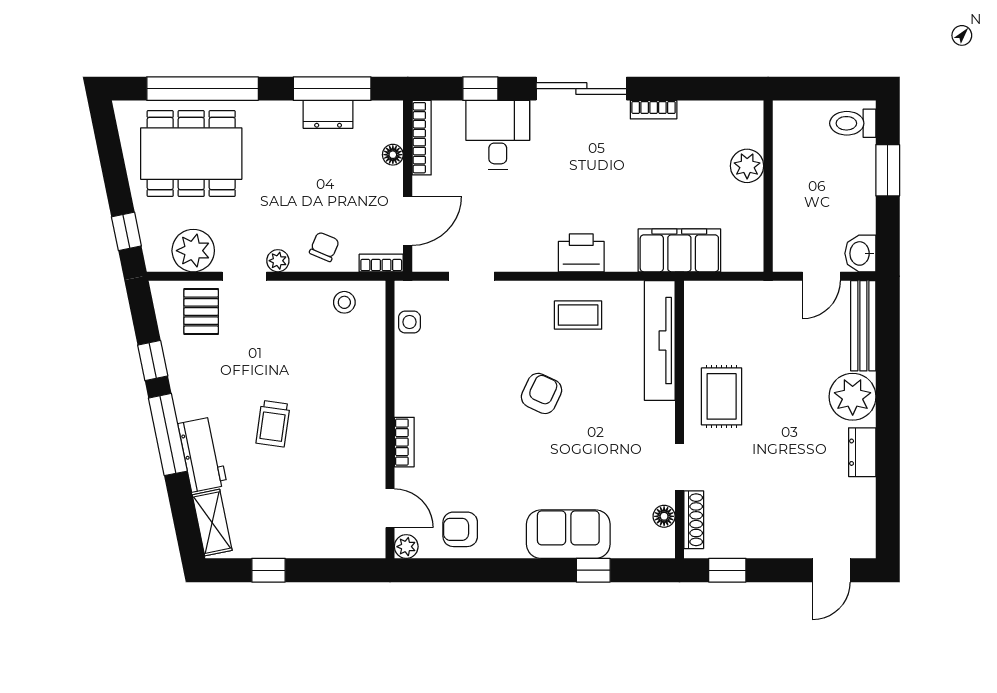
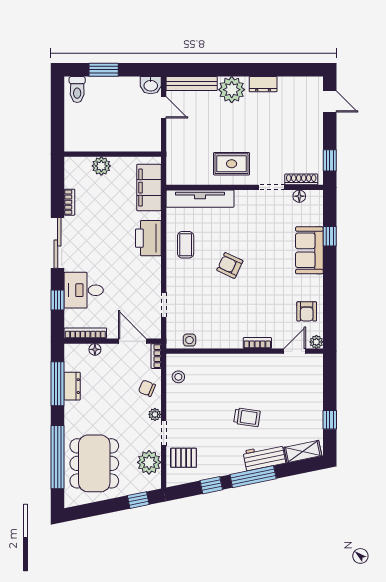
plant: (747, 166) -> (101, 166), moved
wall: (768, 186) -> (113, 154), moved
printer: (581, 253) -> (148, 238), width x1.37, depth x1.19

